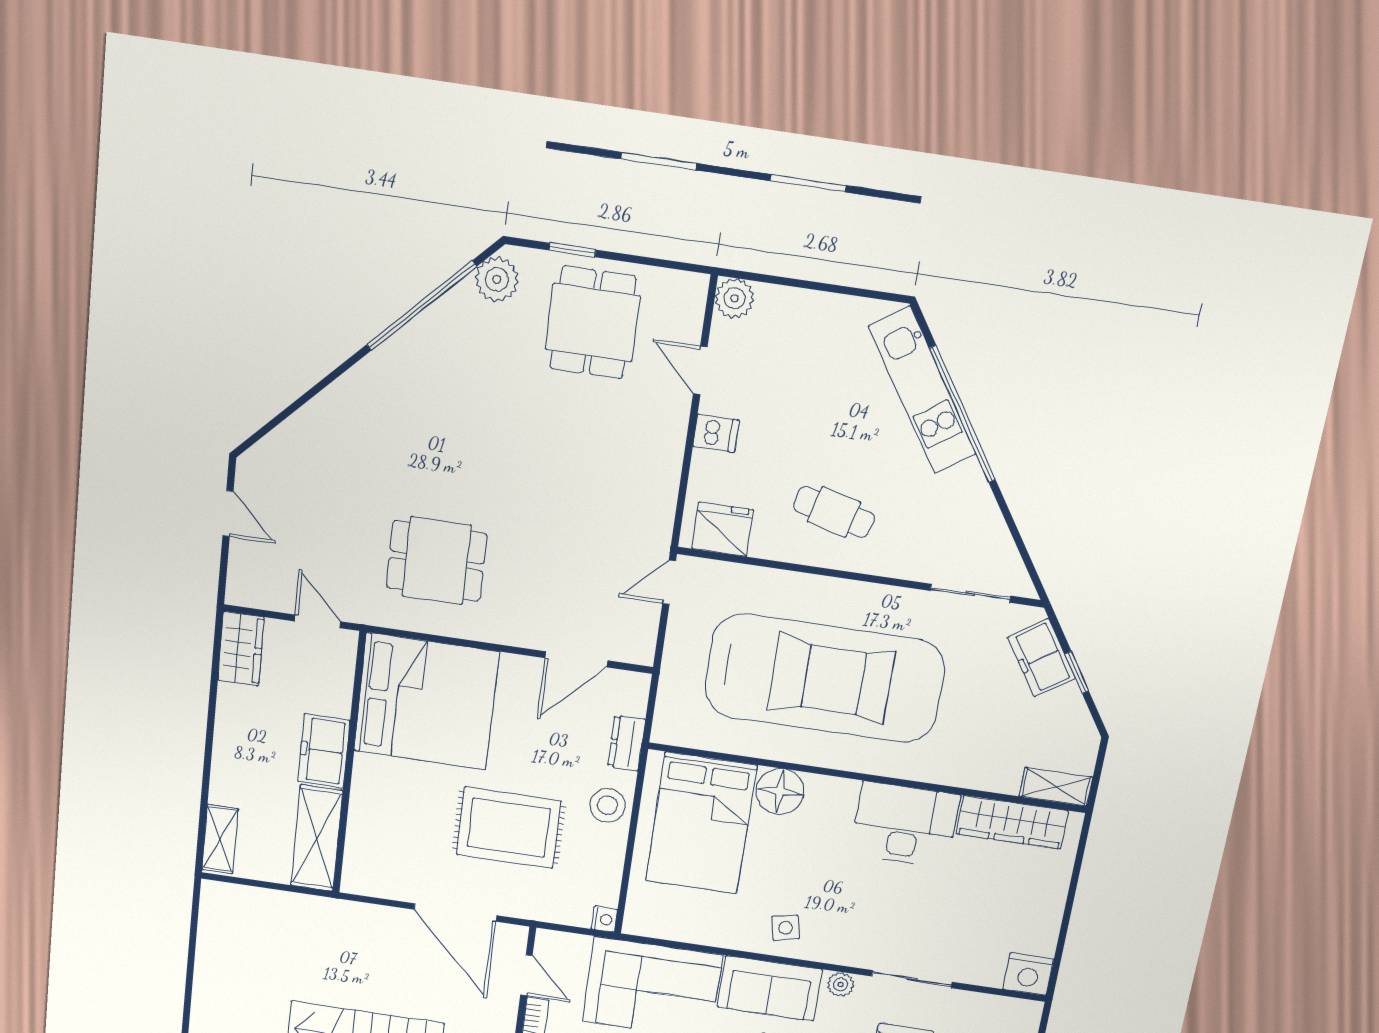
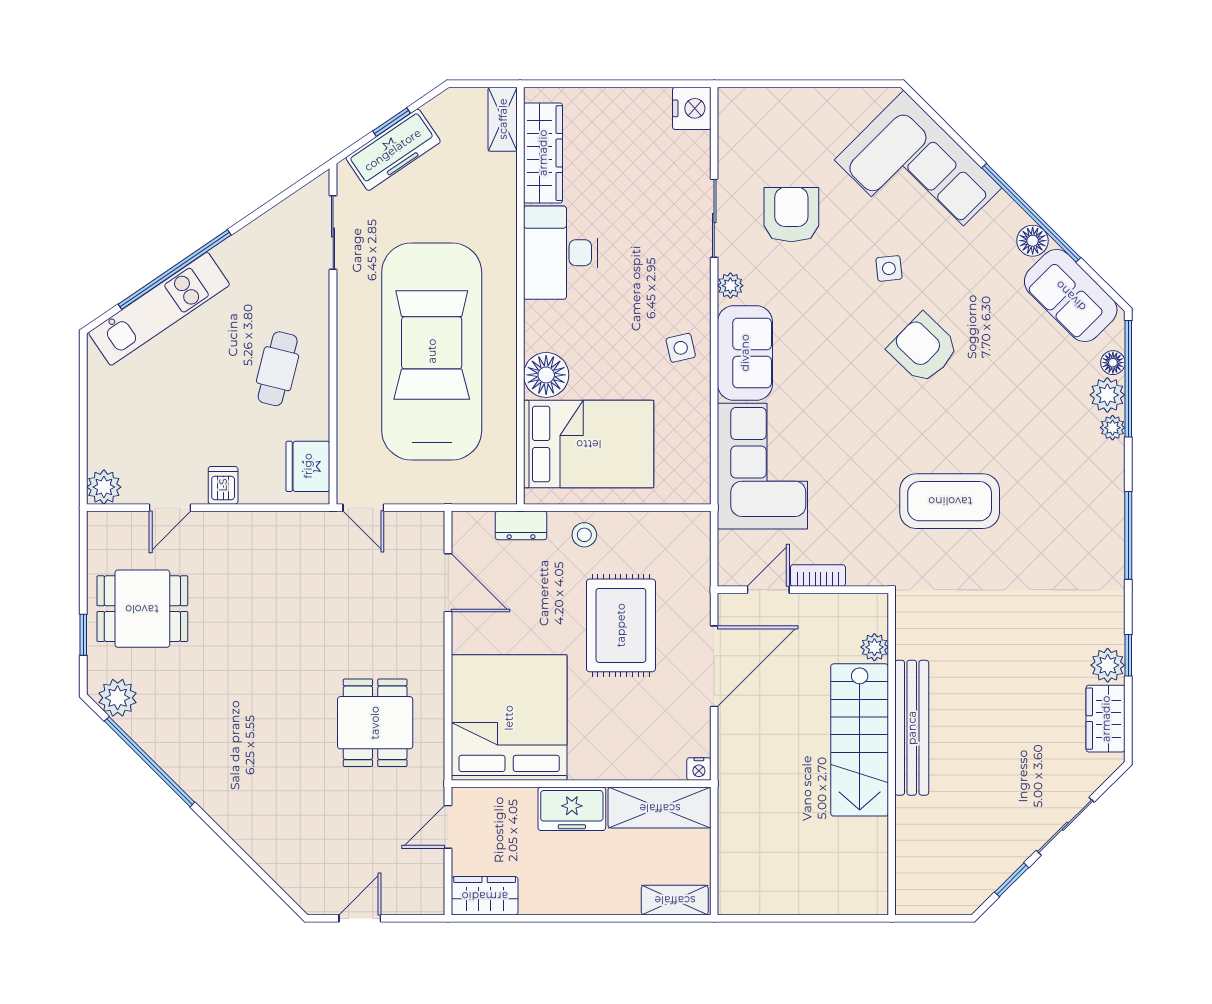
freezer: (1041, 658) -> (393, 150), width x1.40
stool: (608, 805) -> (584, 535), width x0.73, depth x0.73
nightstand: (604, 919) -> (699, 769), moved, turned 180

